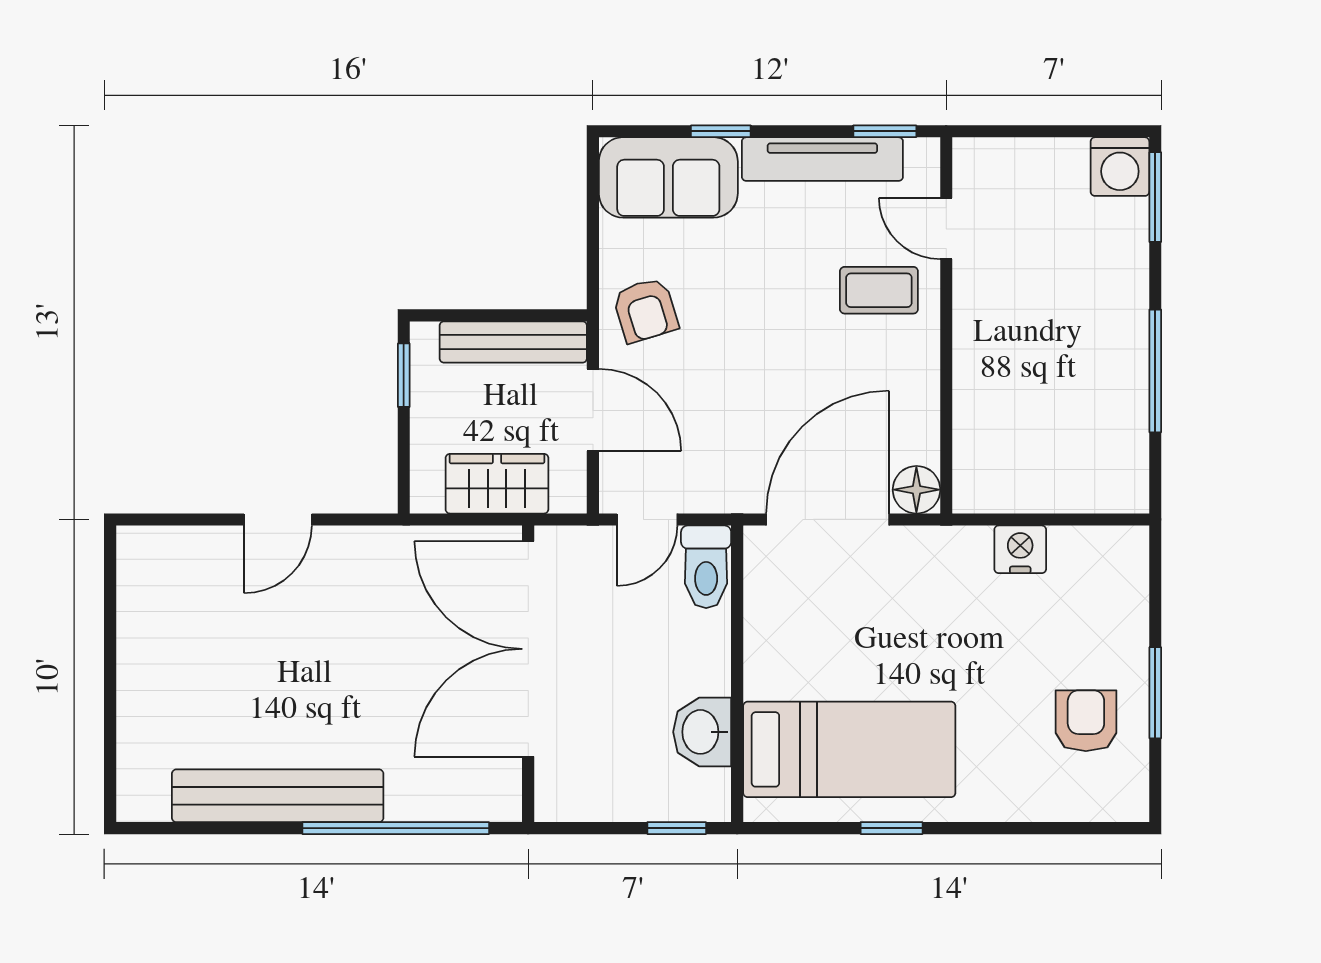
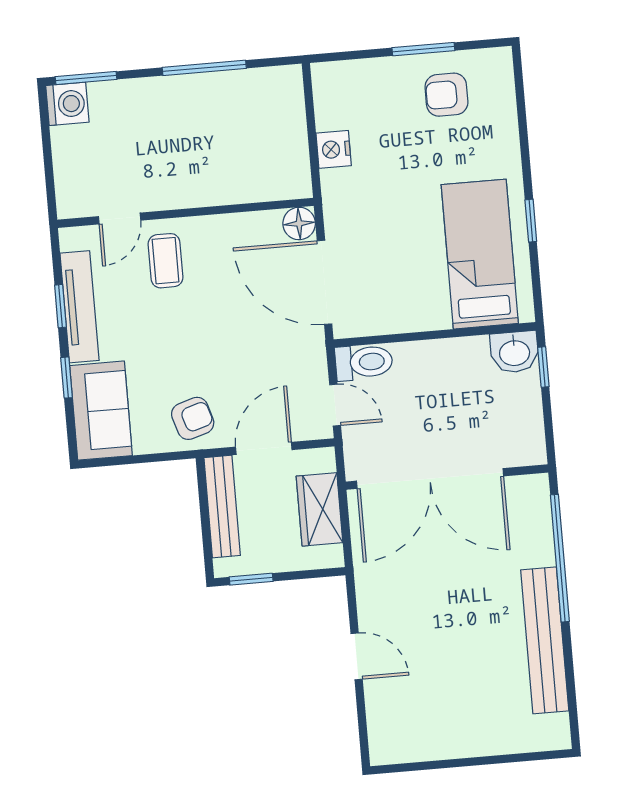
window: (885, 131) -> (60, 306), moved
washbasin: (702, 732) -> (514, 352), moved

